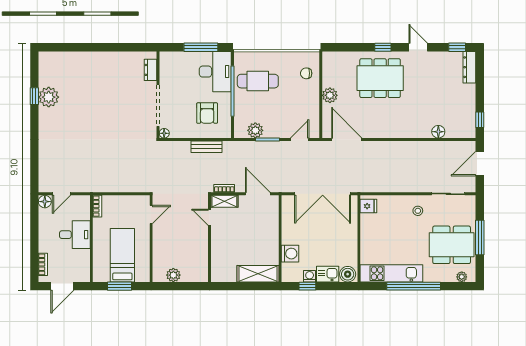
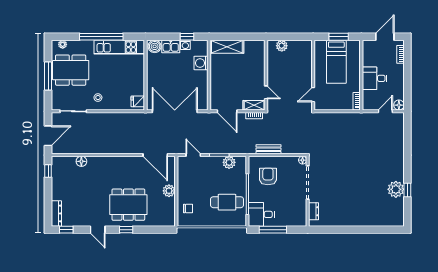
desk: (215, 72) -> (261, 214), width x0.73
door: (300, 140) -> (193, 155), swing flipped
plant: (173, 275) -> (282, 46), moved

